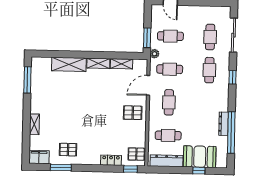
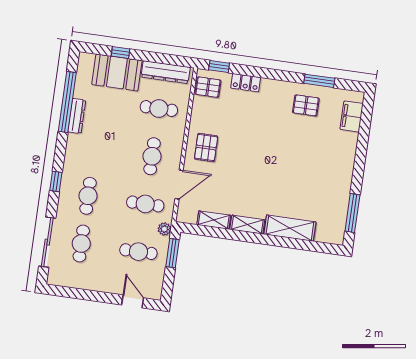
pallet: (133, 113) -> (206, 148), turned 90
shelving: (34, 124) -> (350, 148), removed
filing cabinet: (39, 157) -> (352, 116), moved, turned 90

